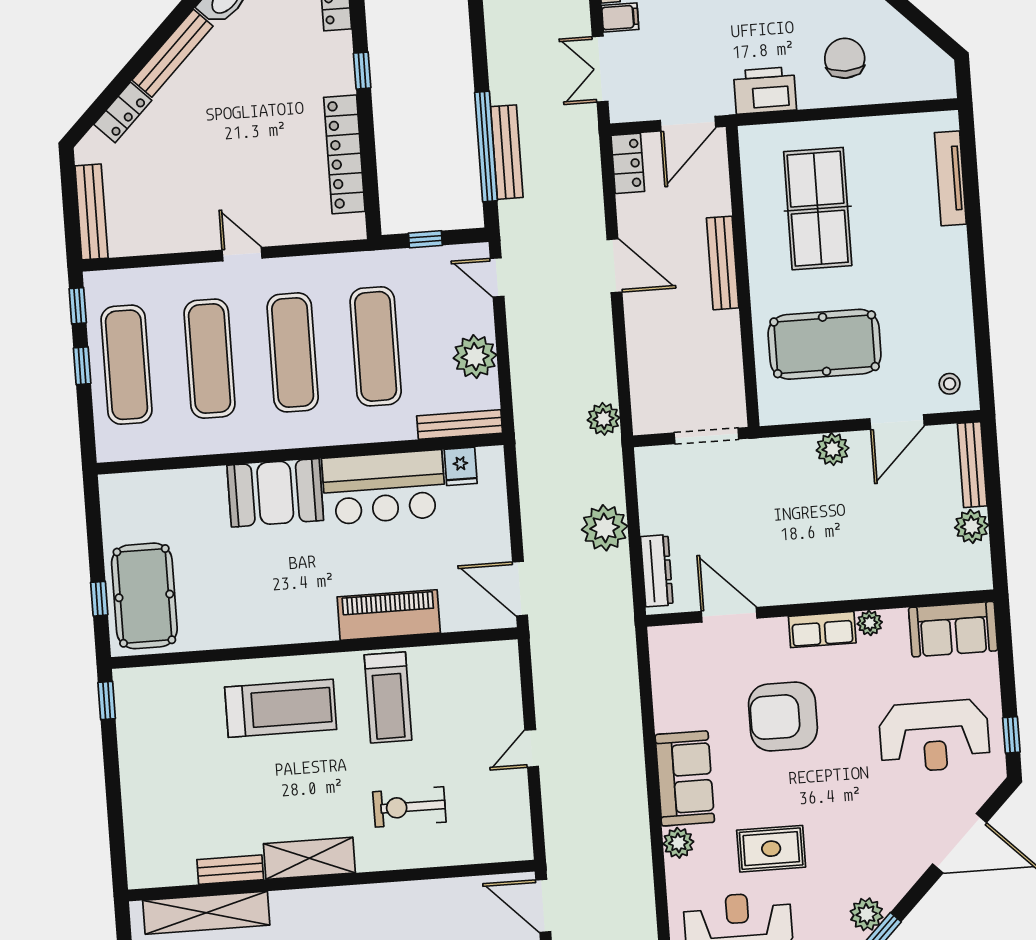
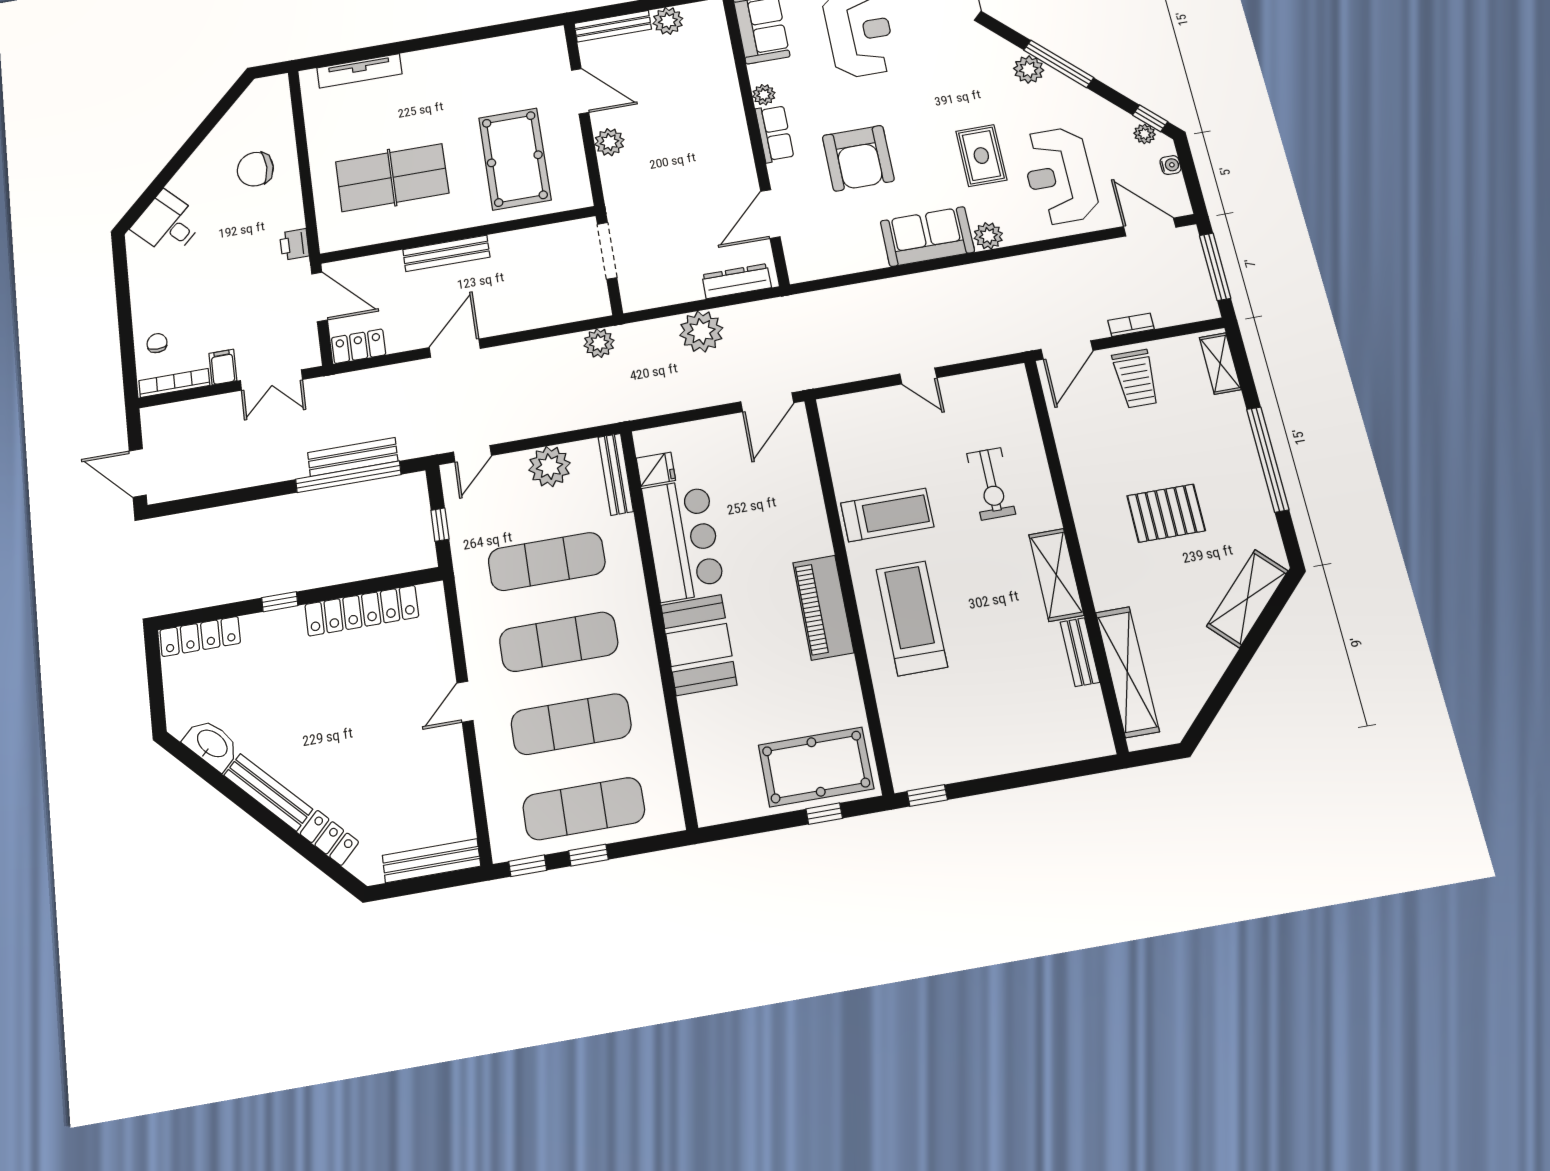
printer: (765, 90) -> (294, 244), width x0.53, depth x0.68
stool: (950, 384) -> (542, 52), removed
piano: (389, 615) -> (823, 607), moved

